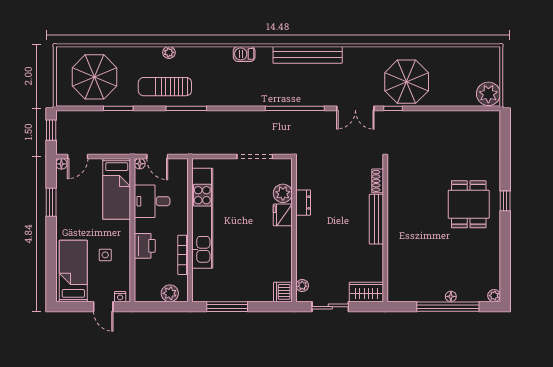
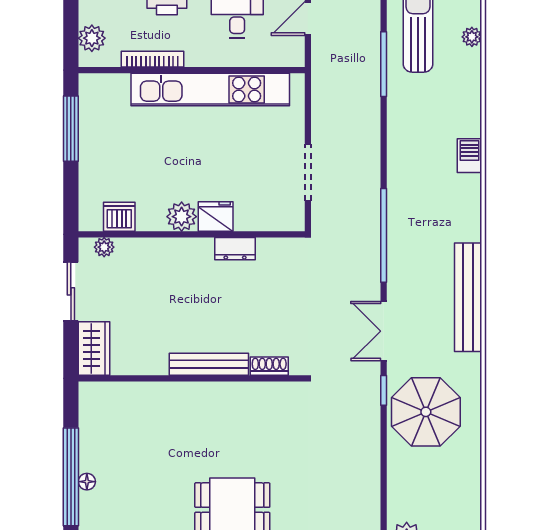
bench: (308, 55) -> (468, 297), moved
plant: (283, 193) -> (182, 217), moved
dishwasher: (283, 292) -> (119, 217), moved

